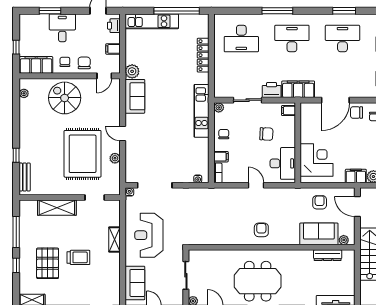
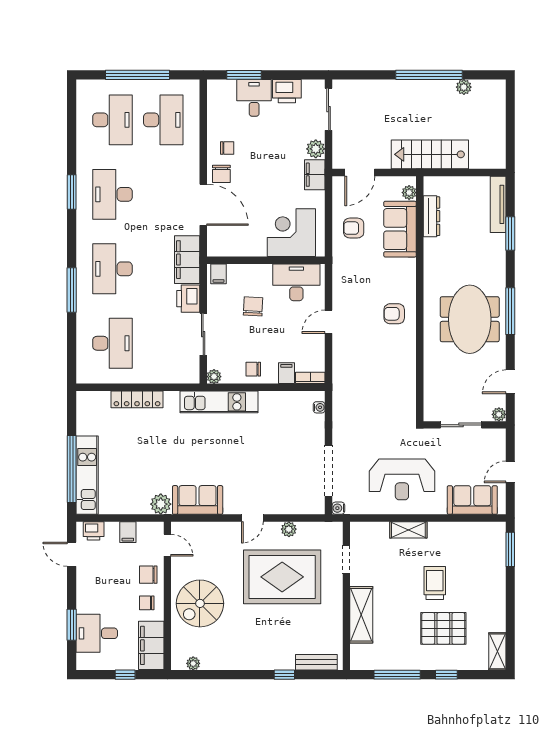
window: (177, 11) -> (72, 469), moved
desk: (62, 28) -> (97, 633), moved

